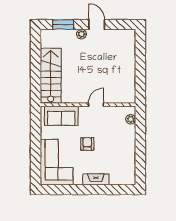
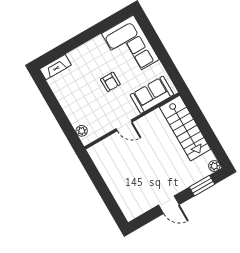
plant: (81, 34) -> (214, 166), moved
door: (96, 105) -> (124, 125), hinge flipped
fireplace: (96, 179) -> (55, 67), moved

